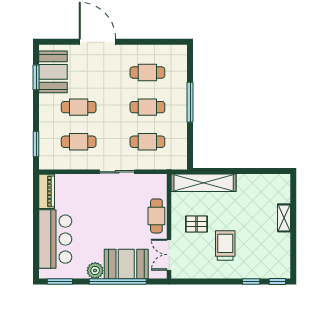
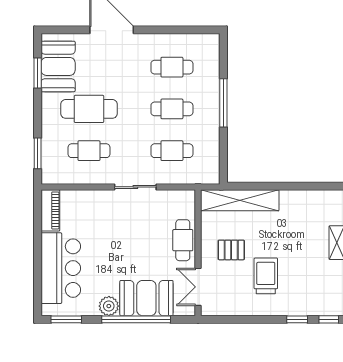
cafe table: (79, 107) -> (89, 109), width x1.37, depth x1.35

